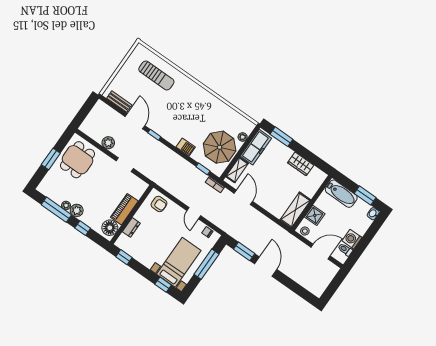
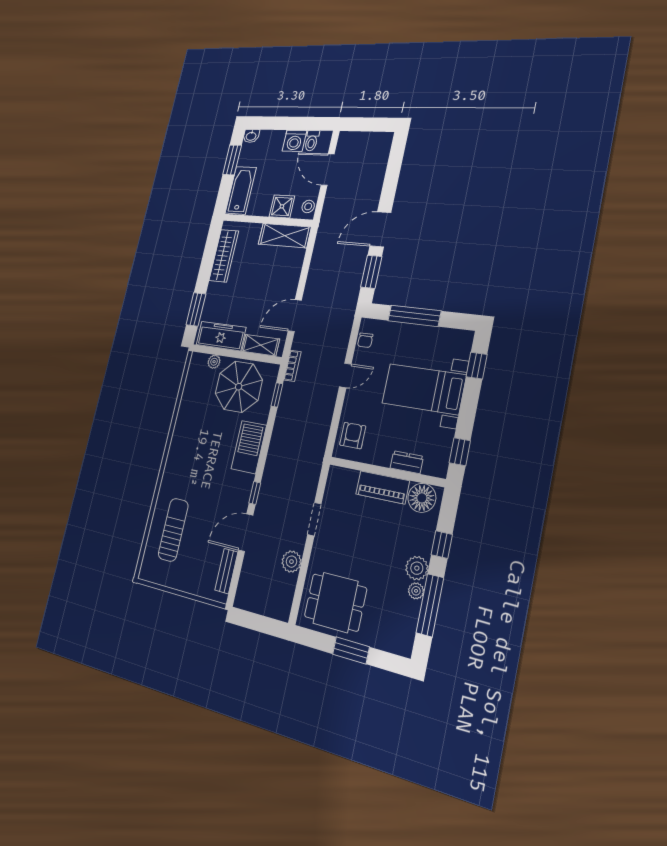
barbecue: (186, 147) -> (249, 447), width x1.88, depth x1.53
wardrobe: (301, 164) -> (224, 256), width x1.50
bed with nightstands: (179, 262) -> (424, 389), moved

